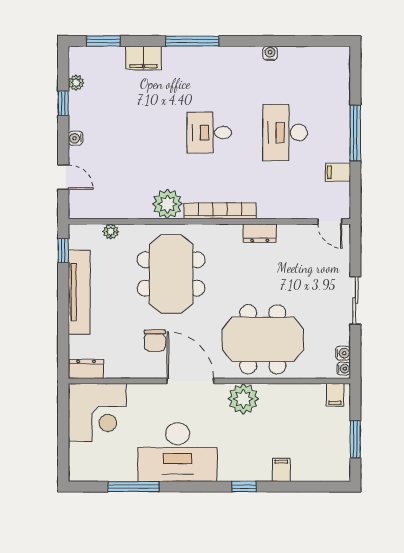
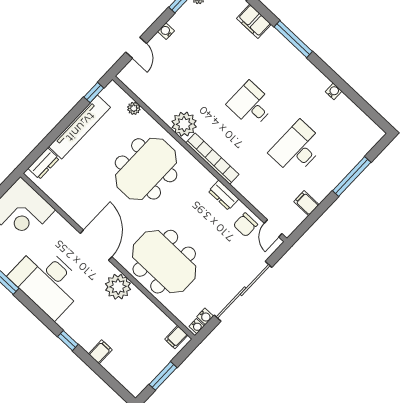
window: (355, 133) -> (352, 176), moved
sliding door: (355, 300) -> (243, 291), width x1.86
chair: (155, 340) -> (245, 225), moved
dresser: (86, 369) -> (44, 164), moved, turned 90

